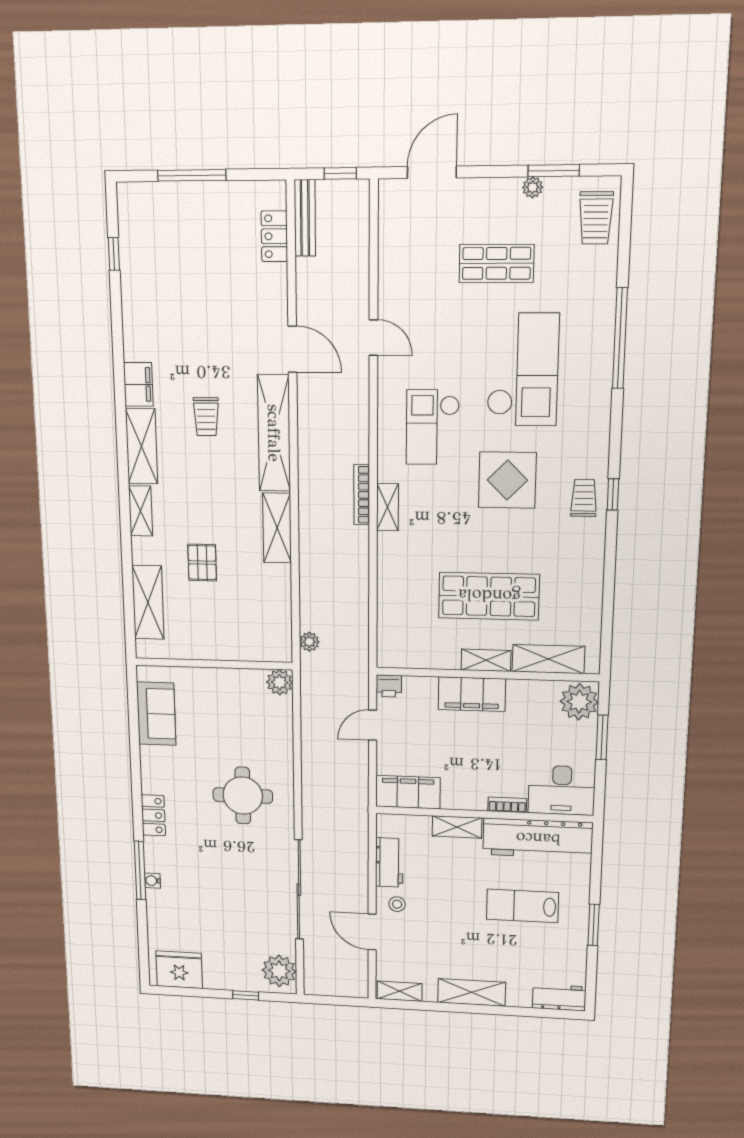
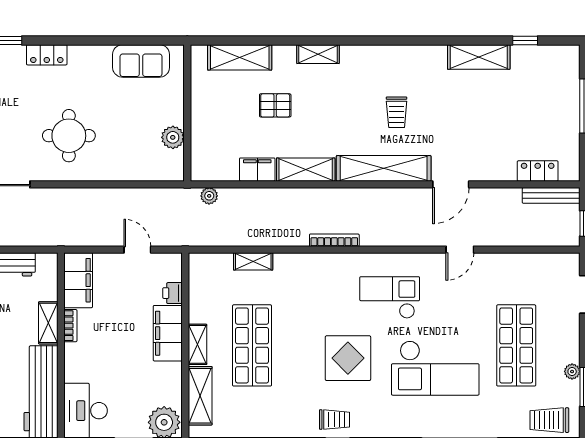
shop shelf: (497, 263) -> (516, 345), width x1.43, depth x1.36
filing cabinet: (138, 384) -> (257, 170), moved, turned 180
trolley: (206, 417) -> (397, 112), turned -90
shelving: (141, 446) -> (479, 57), moved
shelving: (387, 507) -> (253, 261), moved
plant: (280, 682) -> (173, 137), moved
printer: (389, 686) -> (173, 293), moved
bookcase: (507, 805) -> (70, 326), moved

